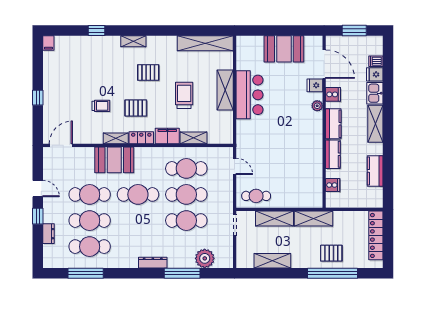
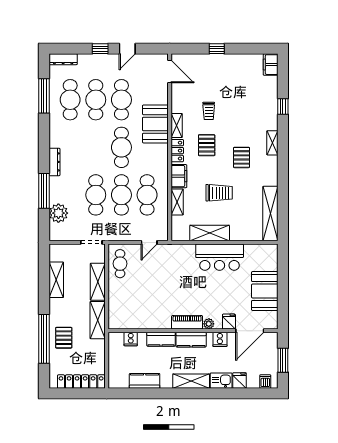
filing cabinet: (48, 43) -> (271, 65), width x2.00
dishwasher: (376, 61) -> (265, 381), moved
shelving: (225, 90) -> (210, 233), moved
piano: (316, 128) -> (187, 322), added
dresser: (48, 234) -> (63, 59), moved, width x1.44

